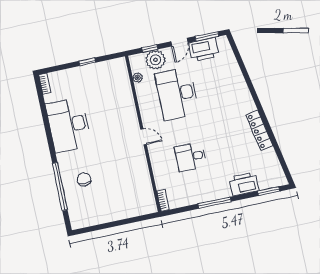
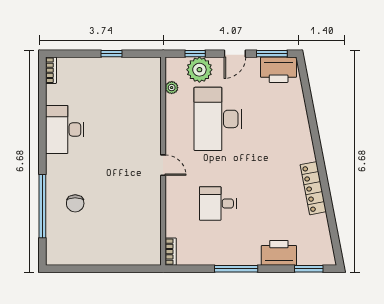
printer: (204, 50) -> (279, 70), moved
desk: (69, 125) -> (65, 129), width x0.73, depth x0.77
chair: (84, 179) -> (75, 203), turned 180

